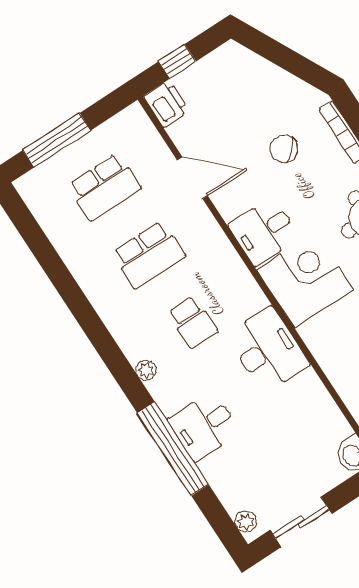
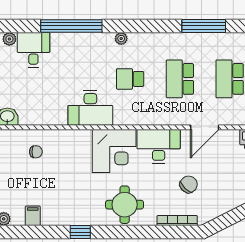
desk: (264, 232) -> (159, 146), width x1.37
window: (55, 269) -> (204, 26), added
desk: (204, 426) -> (33, 50), moved

